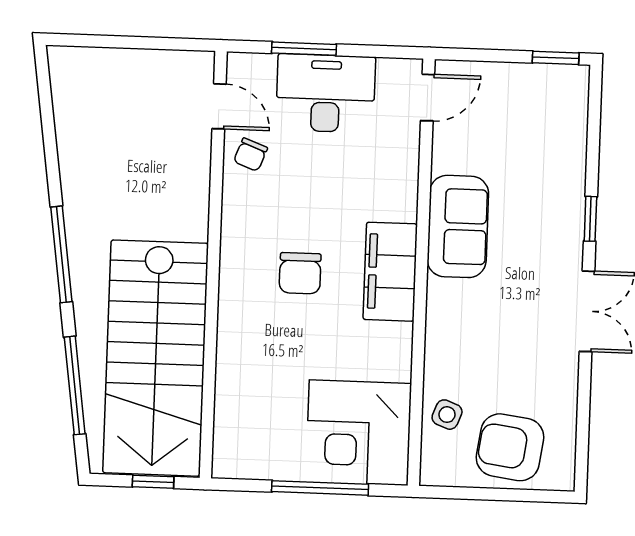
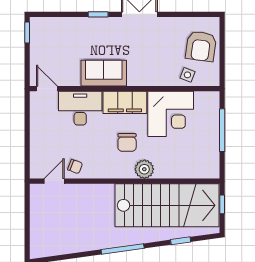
window: (304, 49) -> (27, 144), removed
desk: (326, 93) -> (80, 108), moved, turned 90
chair: (300, 273) -> (127, 142), turned 90
plant: (239, 310) -> (144, 169), added
window: (75, 385) -> (181, 241), width x0.46
corner desk: (359, 433) -> (171, 114), moved

